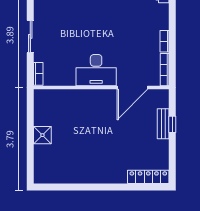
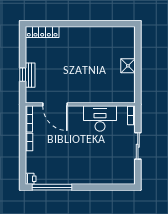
desk: (96, 70) -> (100, 118), moved
door: (132, 88) -> (55, 104), swing flipped

